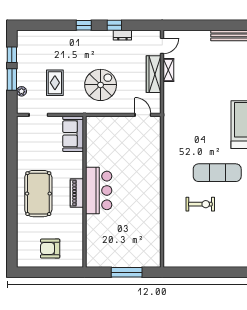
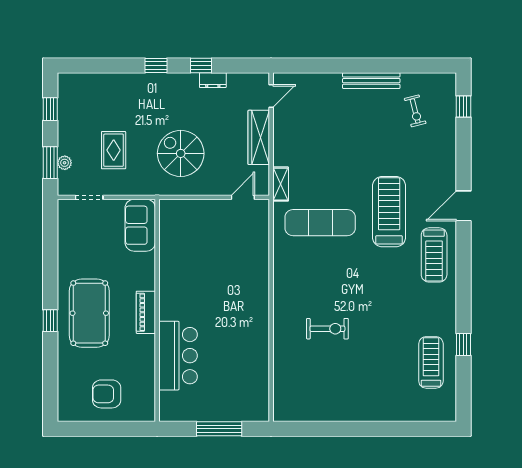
shelving: (168, 70) -> (281, 184), moved
window: (12, 80) -> (50, 163), moved
spiral stairs: (101, 85) -> (181, 153), turned -90
door: (143, 115) -> (243, 197), hinge flipped
exercise mat: (217, 173) -> (320, 223), moved
bar counter: (99, 190) -> (178, 356), moved
window: (12, 199) -> (50, 321), added

